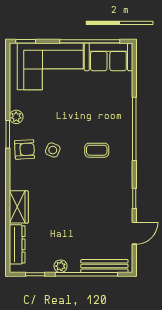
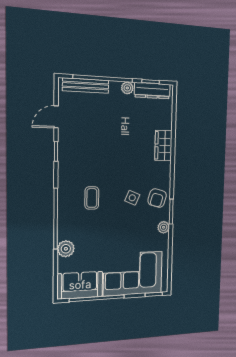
plant: (124, 97) -> (66, 249), added
armchair: (25, 149) -> (157, 198), turned -71
coffee table: (97, 150) -> (92, 198), turned 90
dresser: (17, 244) -> (152, 91), moved, turned -90

